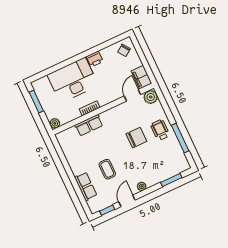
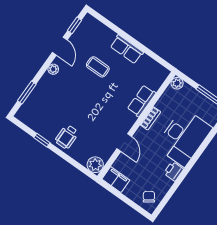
door: (132, 95) -> (124, 142), moved
wheelchair: (160, 130) -> (67, 137), turned 90
chair: (136, 138) -> (86, 116), removed
window: (180, 138) -> (42, 140), width x0.46
row of seats: (86, 186) -> (127, 49), moved

